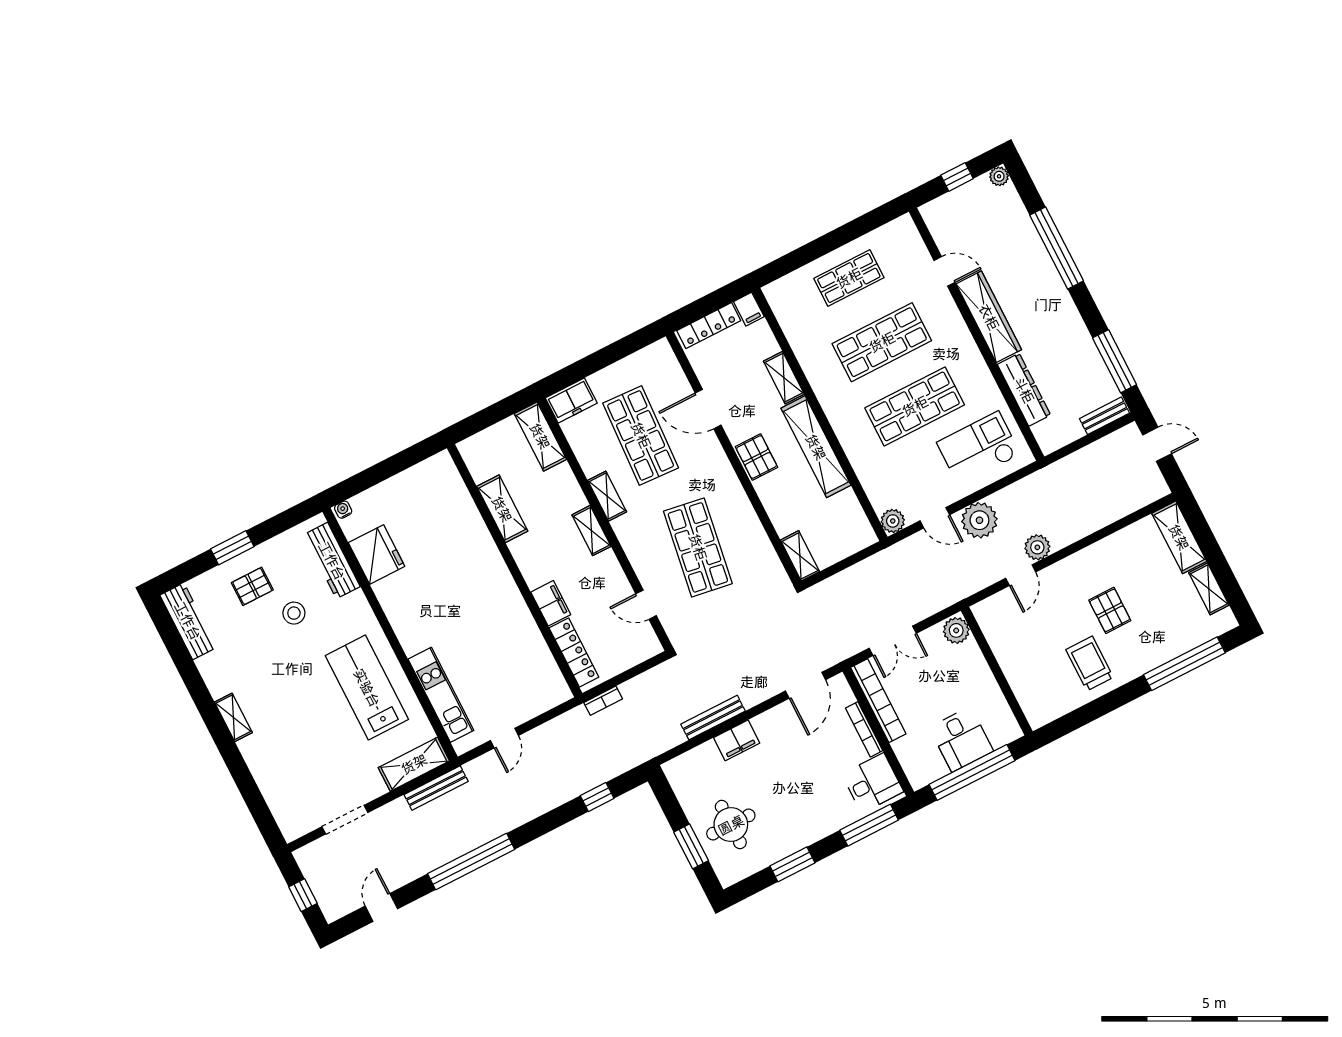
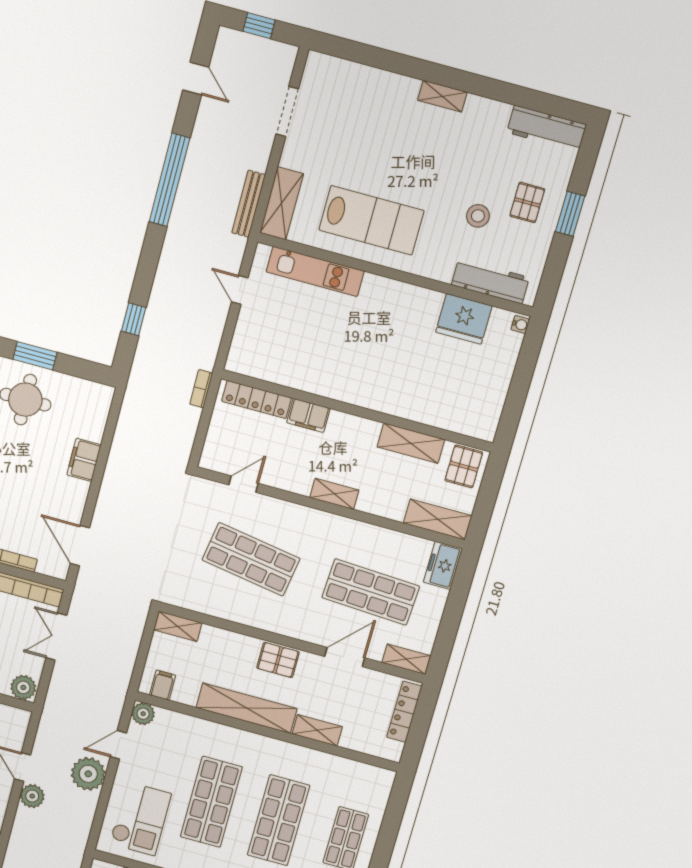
filing cabinet: (749, 309) -> (163, 685), moved, turned 90
pallet: (484, 454) -> (464, 466), added
shelving: (607, 496) -> (406, 659), moved
bench: (713, 718) -> (116, 458), removed

